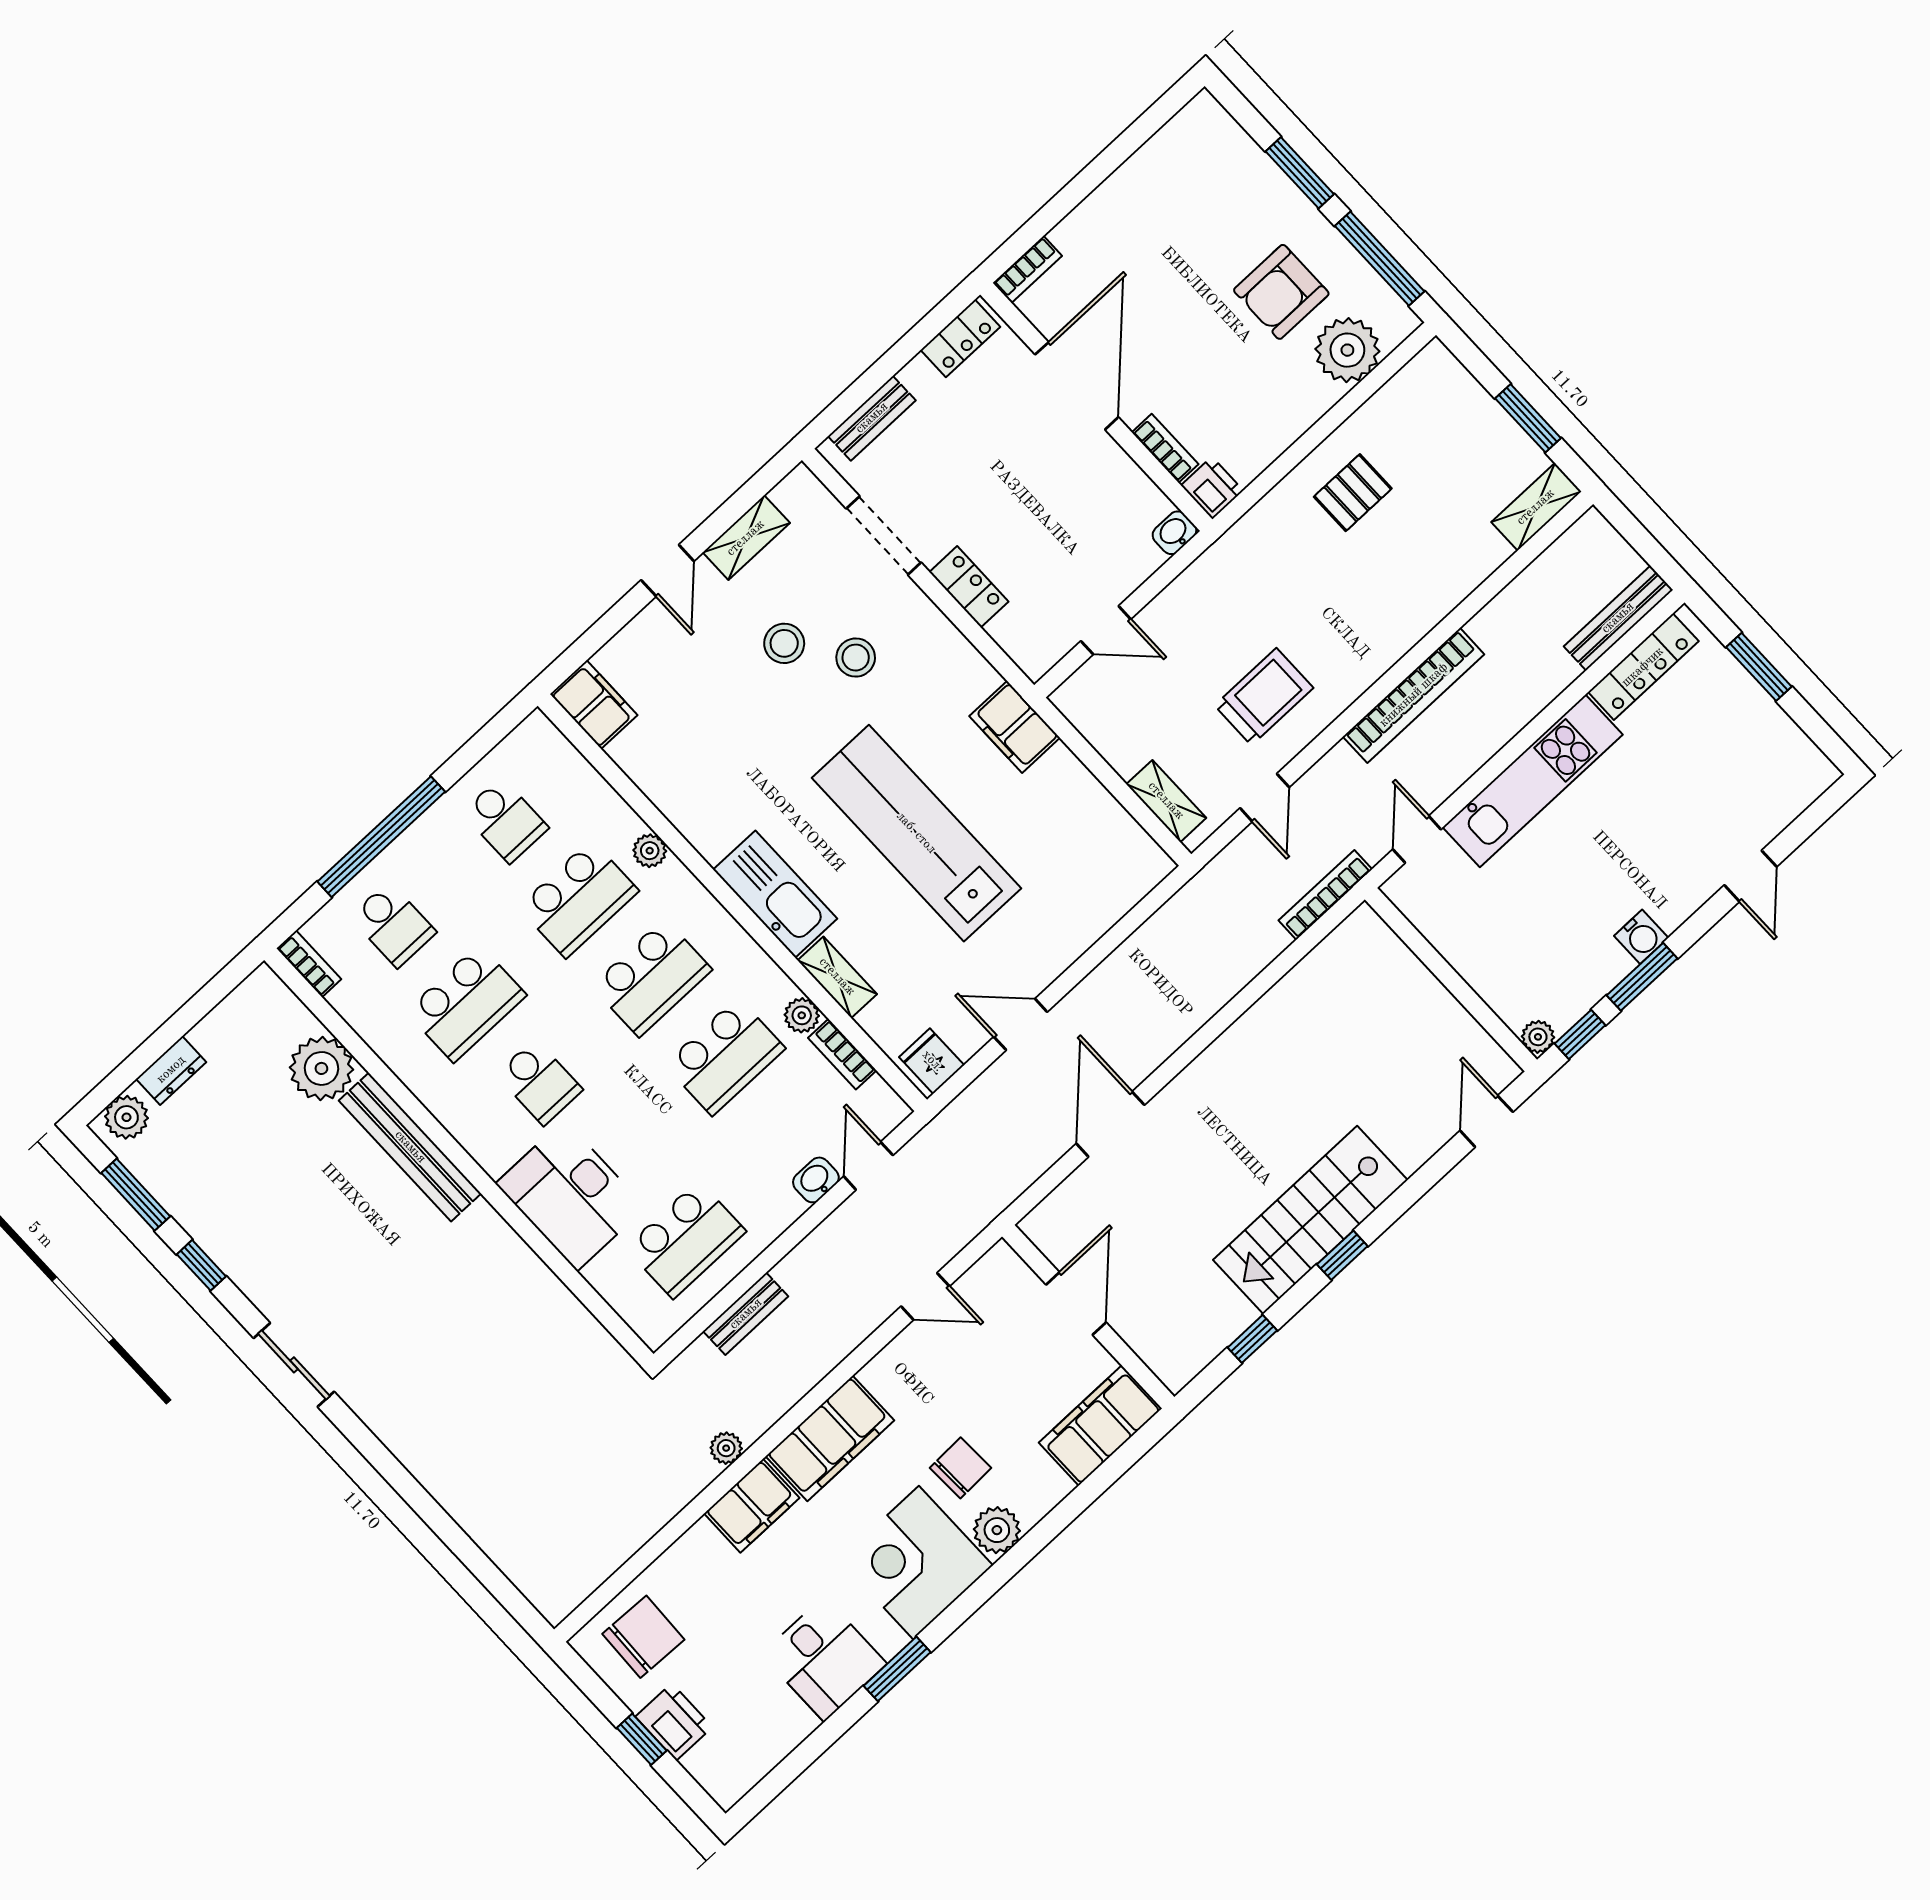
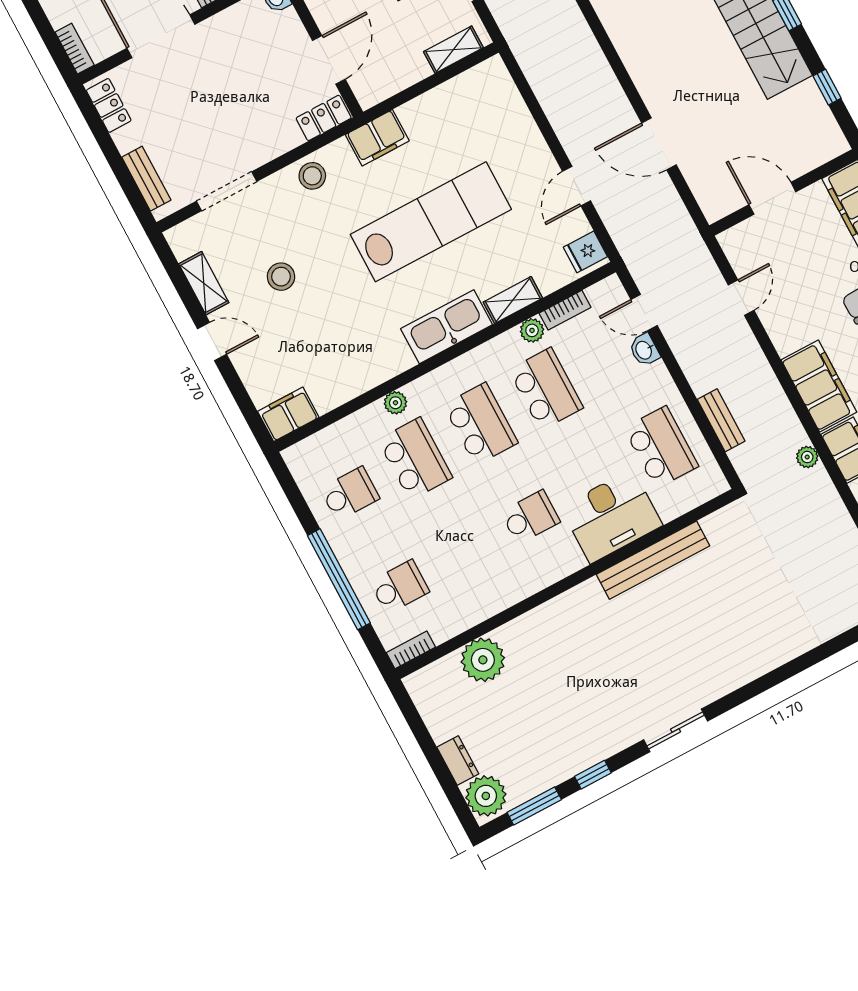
locker: (969, 587) -> (324, 118), moved
door: (1106, 630) -> (329, 60), width x1.38
stool: (856, 658) -> (312, 176), moved
lab bench: (916, 833) -> (431, 222), turned 180
school desk: (466, 1003) -> (465, 552), removed
plant: (126, 1117) -> (486, 796), width x1.36, depth x1.36
bench: (410, 1147) -> (653, 560), moved

